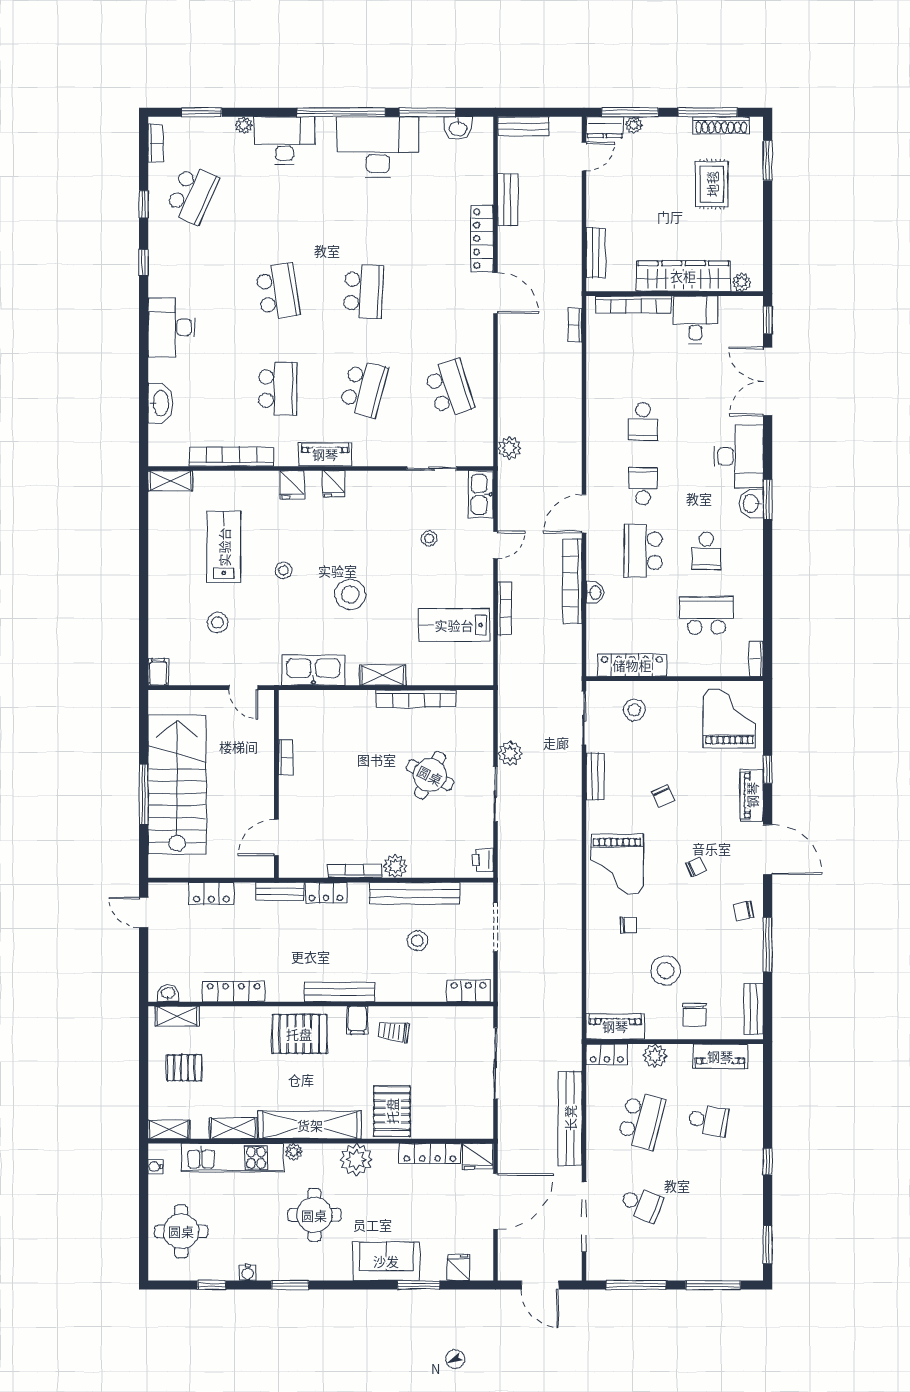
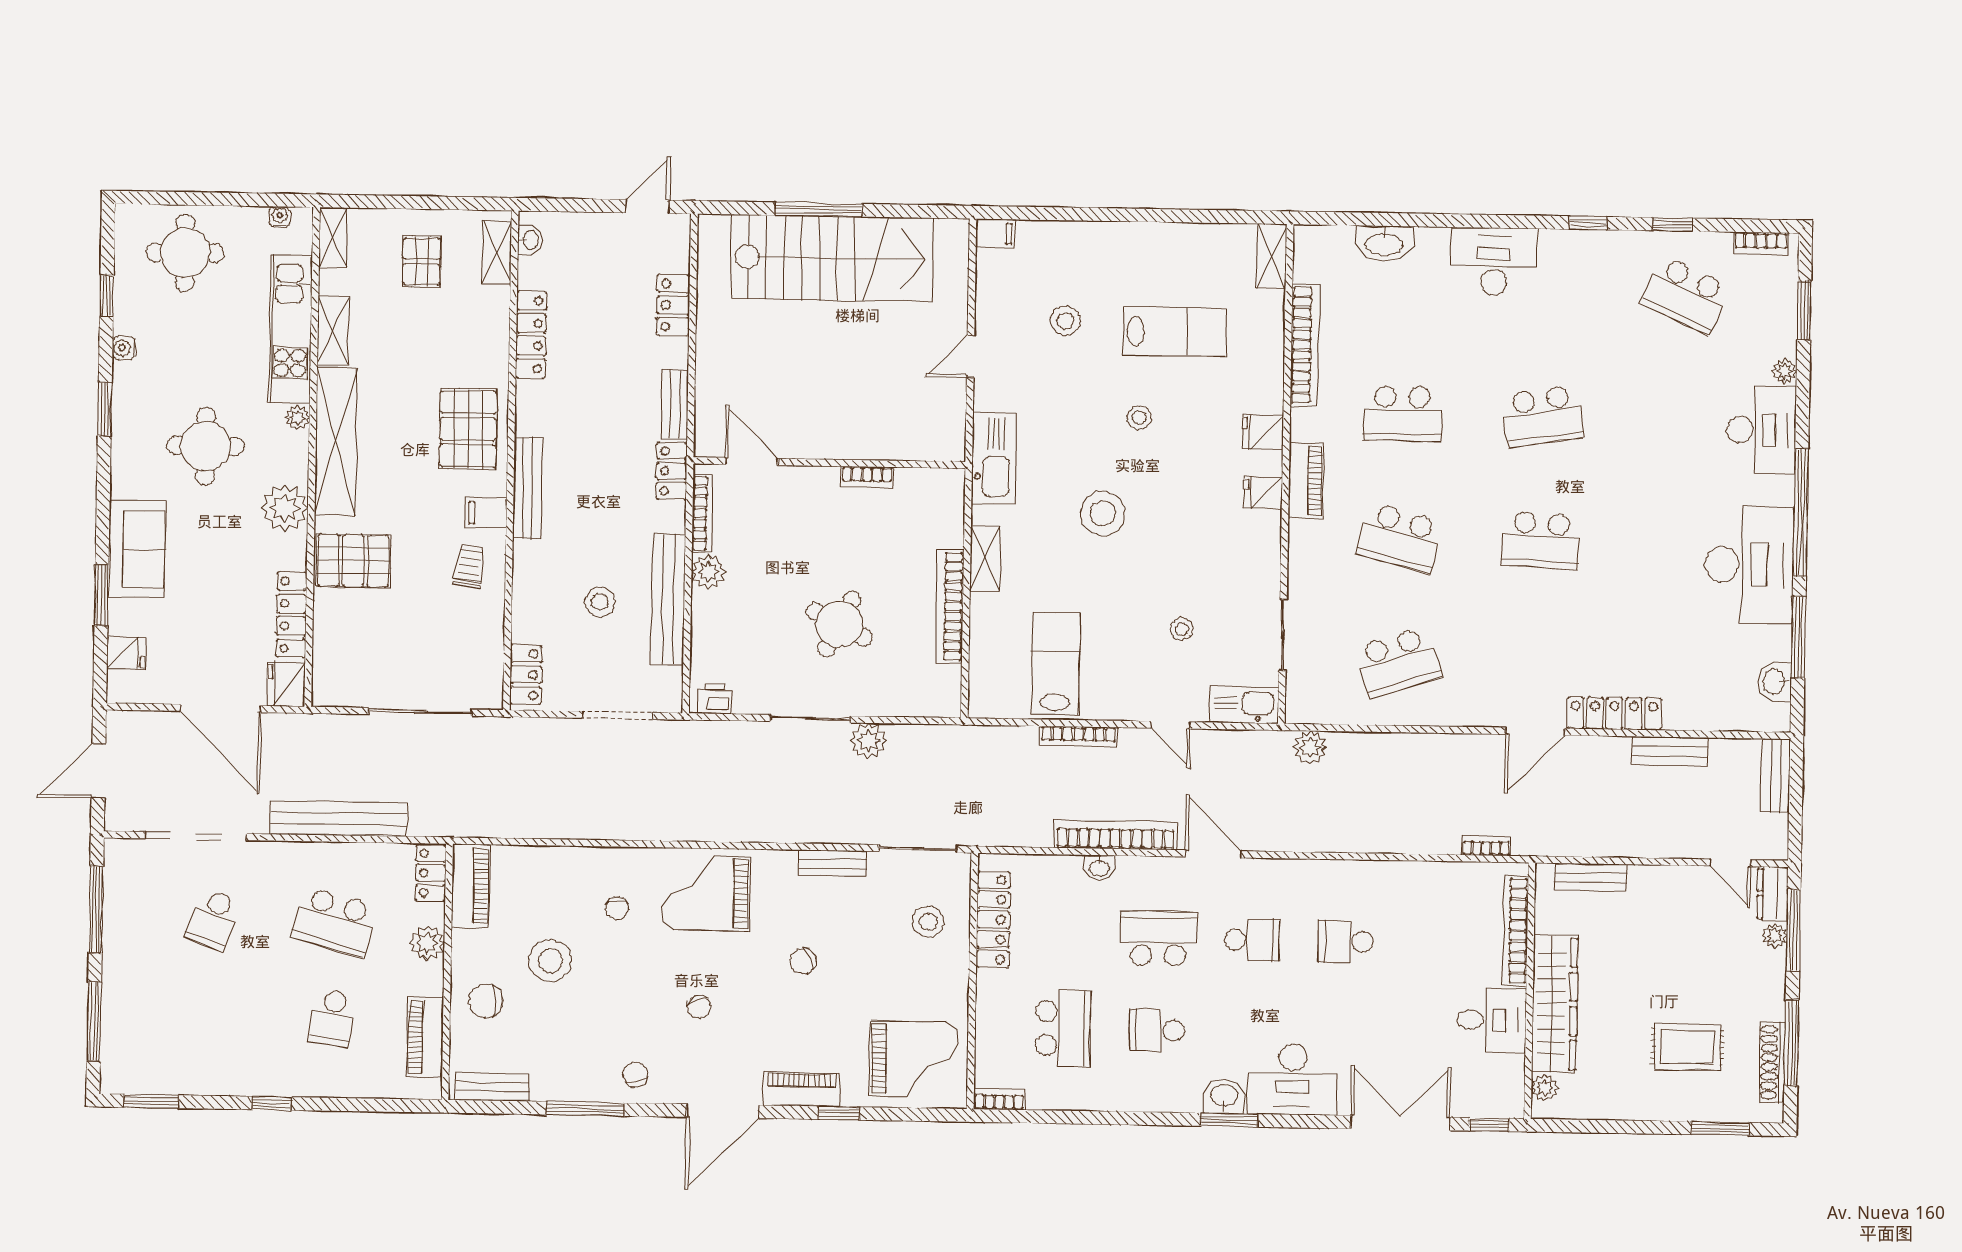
bookcase: (286, 758) -> (867, 477), moved
wall: (276, 784) -> (829, 463), moved
door: (276, 838) -> (752, 461), moved

